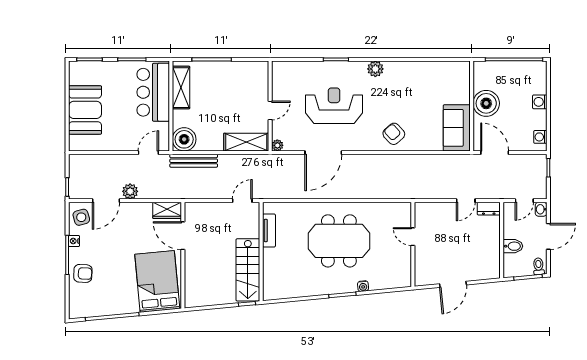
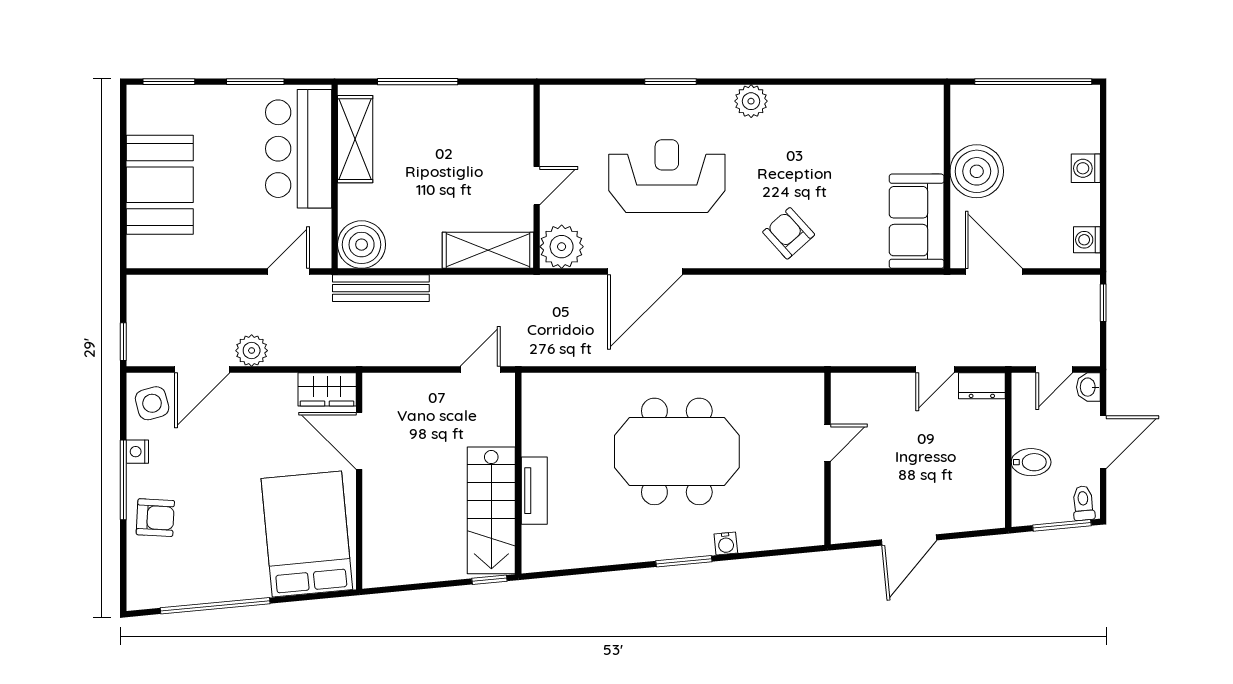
plant: (277, 145) -> (562, 247), width x1.88, depth x1.88
tv unit: (269, 230) -> (534, 491), moved
door: (413, 237) -> (828, 443), swing flipped

